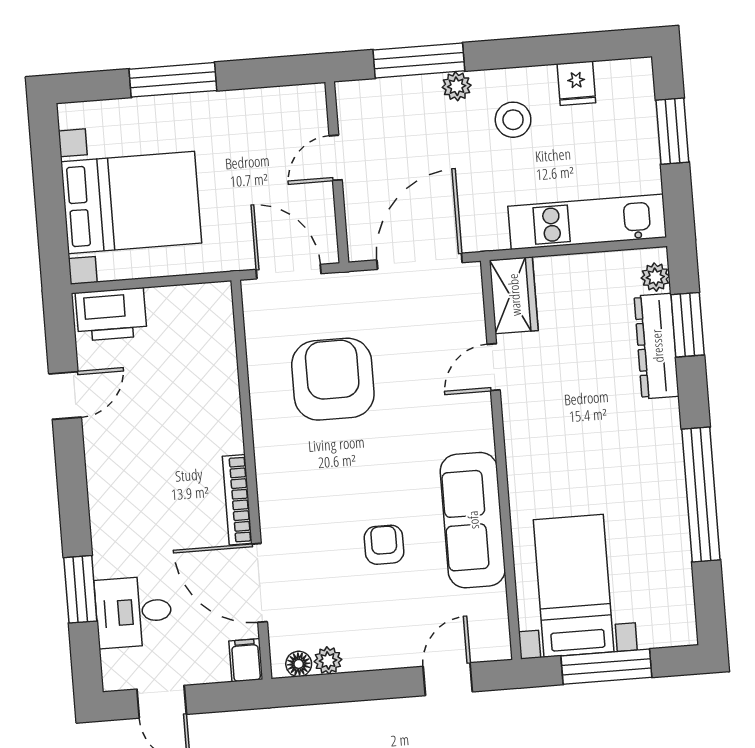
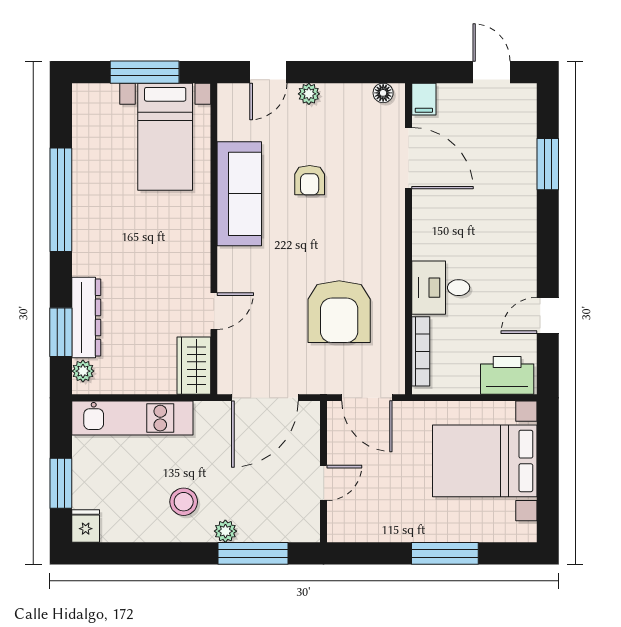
fridge: (576, 83) -> (86, 526), moved
bookcase: (237, 500) -> (421, 351), moved
desk: (134, 612) -> (441, 288), moved, turned 180
plant: (328, 661) -> (309, 94), moved

